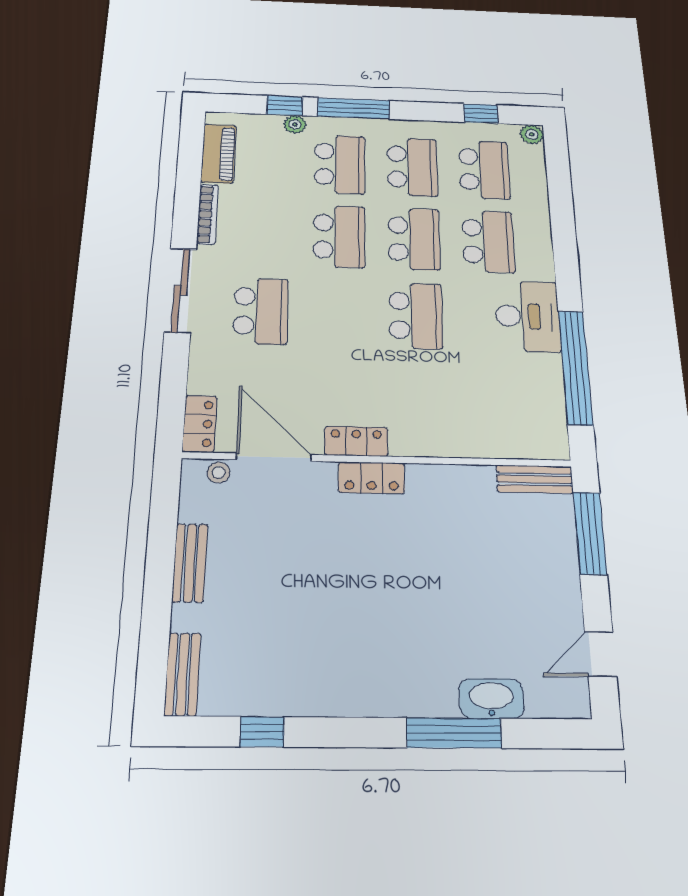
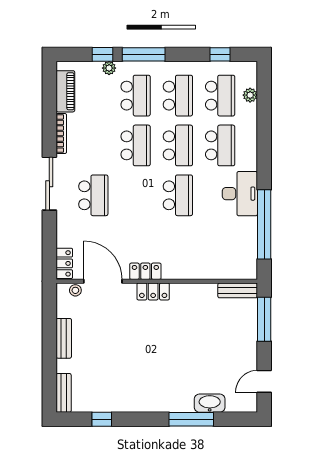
plant: (532, 134) -> (250, 95), moved

